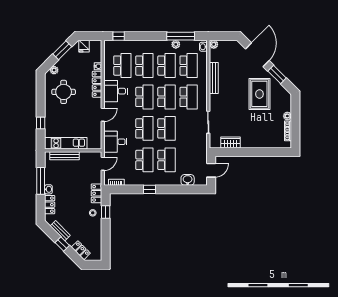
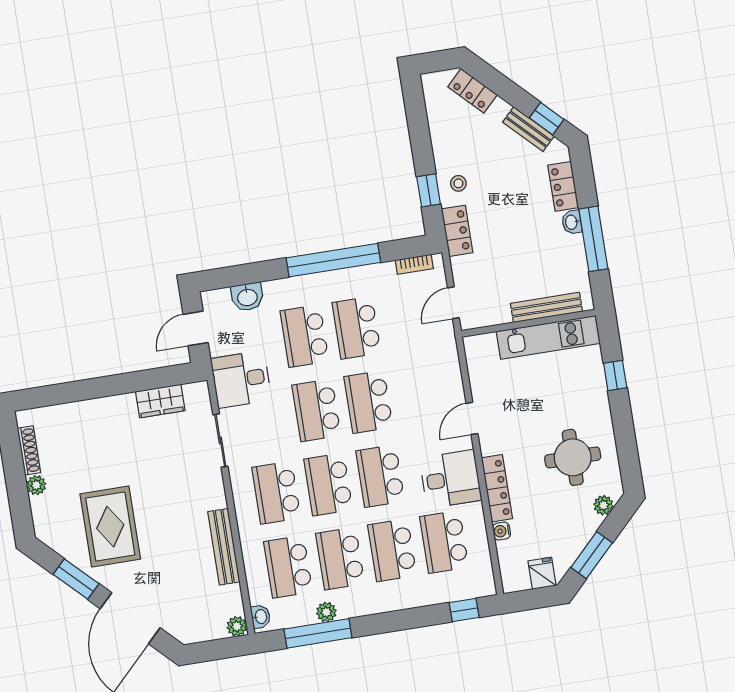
desk: (115, 142) -> (241, 379), moved, turned 180
window: (150, 189) -> (333, 260), width x3.17
window: (62, 244) -> (547, 119), moved

